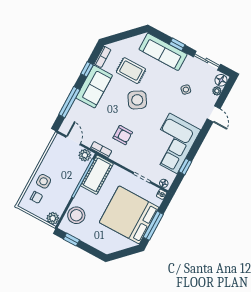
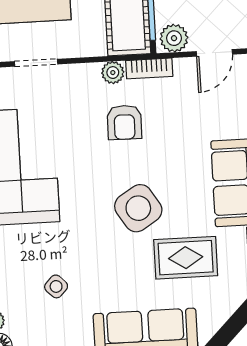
armchair: (123, 135) -> (124, 122), turned -89
door: (73, 140) -> (214, 53), hinge flipped
plant: (116, 156) -> (113, 73), added

